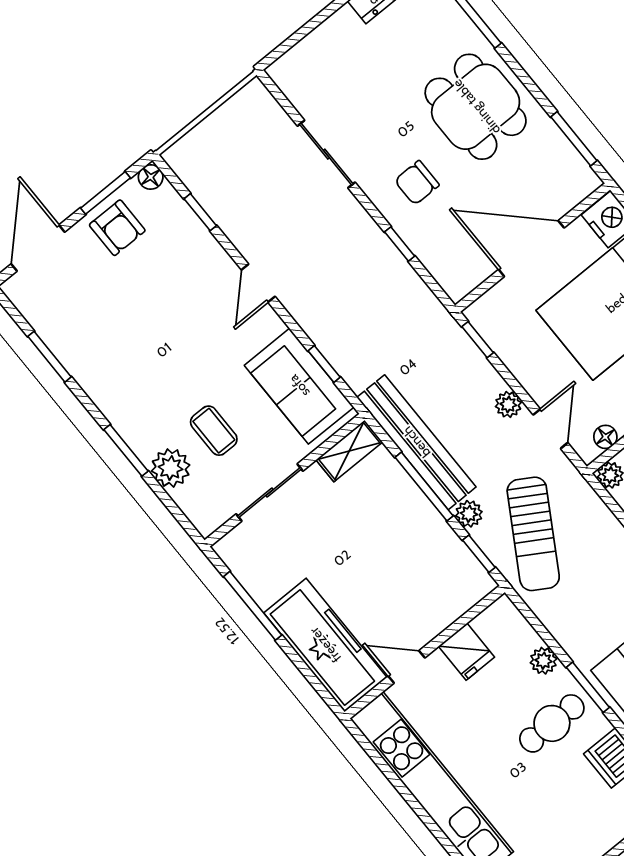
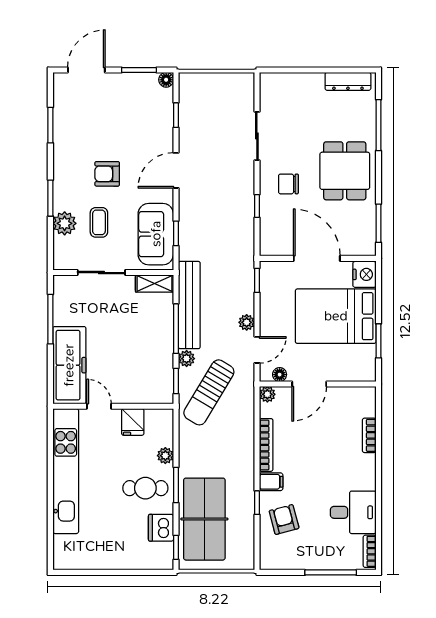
armchair: (117, 228) -> (107, 174), moved, turned 90
door: (258, 283) -> (176, 170), width x1.38

